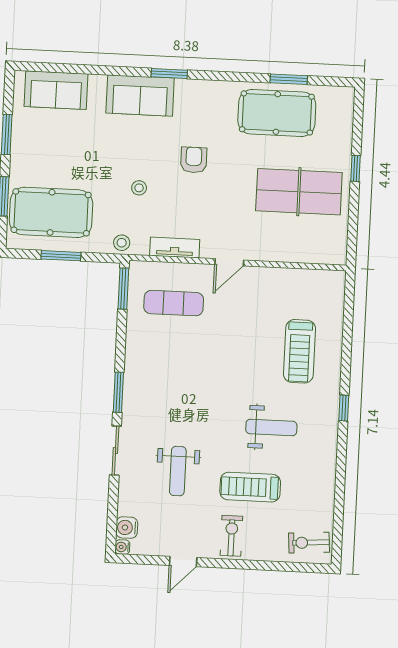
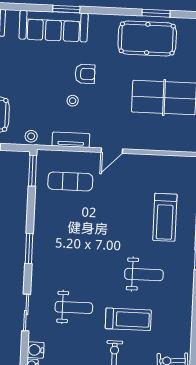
sofa: (140, 96) -> (54, 26), width x1.36
armchair: (194, 160) -> (85, 74), turned 90
stool: (139, 188) -> (73, 101), moved
sliding door: (115, 451) -> (26, 313), moved
weight bench: (178, 471) -> (74, 307), turned -90
treadmill: (250, 487) -> (128, 319), turned 180

